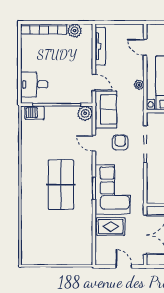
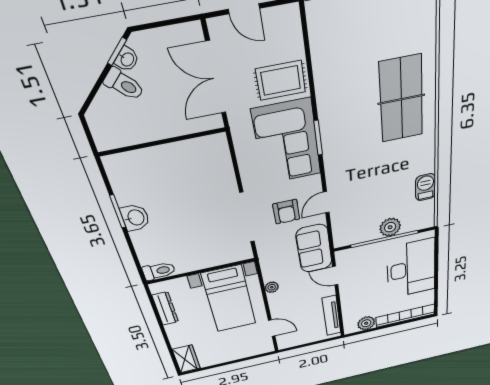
desk: (34, 84) -> (411, 269), width x1.87, depth x1.30
barbecue: (35, 113) -> (425, 187), moved, turned -90
plant: (85, 113) -> (390, 227), moved
door: (94, 143) -> (326, 202), swing flipped
table tennis table: (61, 185) -> (401, 99), moved

